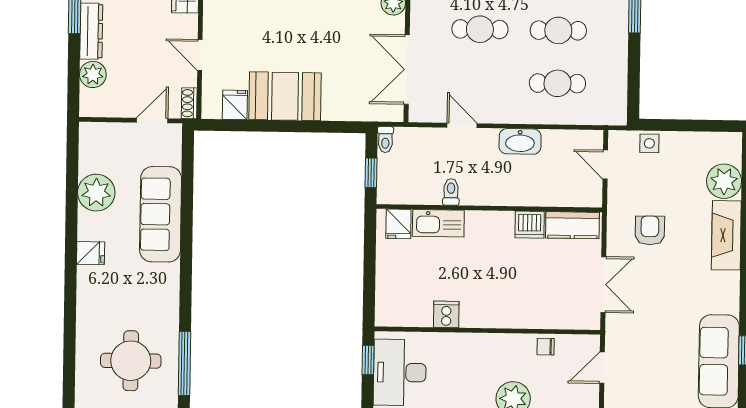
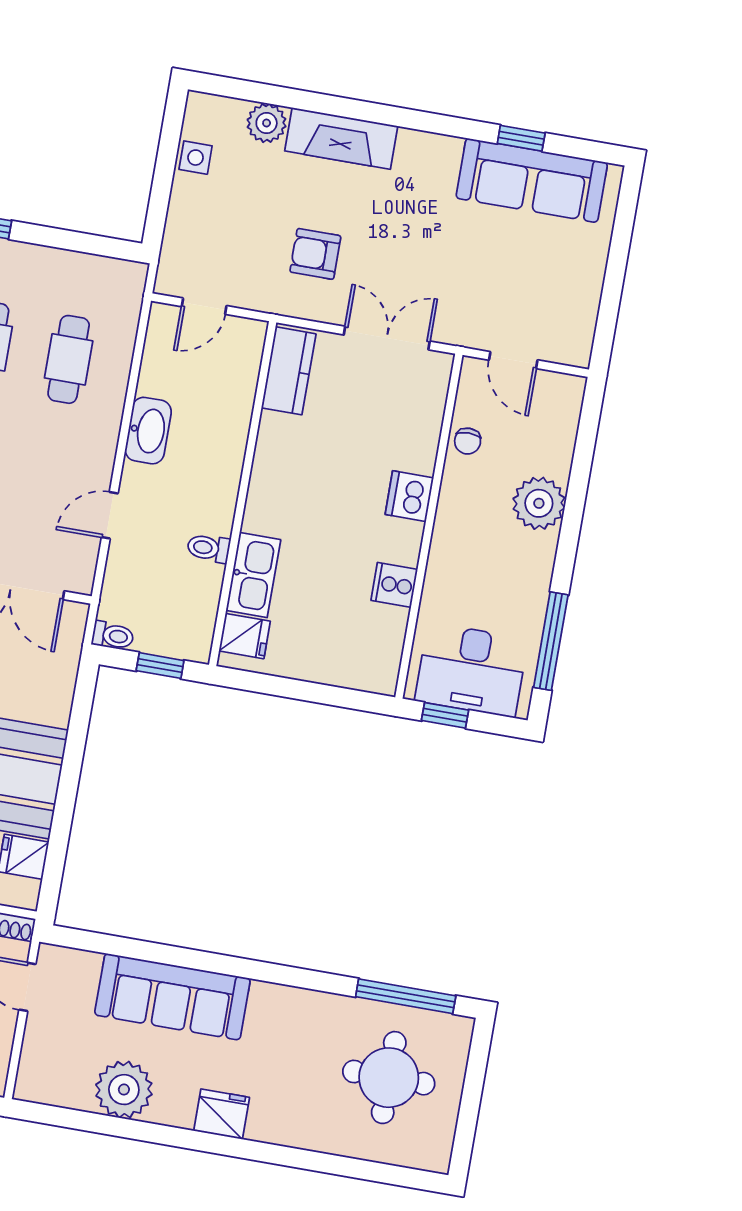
side table: (649, 143) -> (196, 158), moved
plant: (724, 181) -> (267, 123), width x0.73, depth x0.73
dishwasher: (530, 225) -> (409, 496), moved, turned 180
fridge: (91, 253) -> (222, 1114), width x1.38

